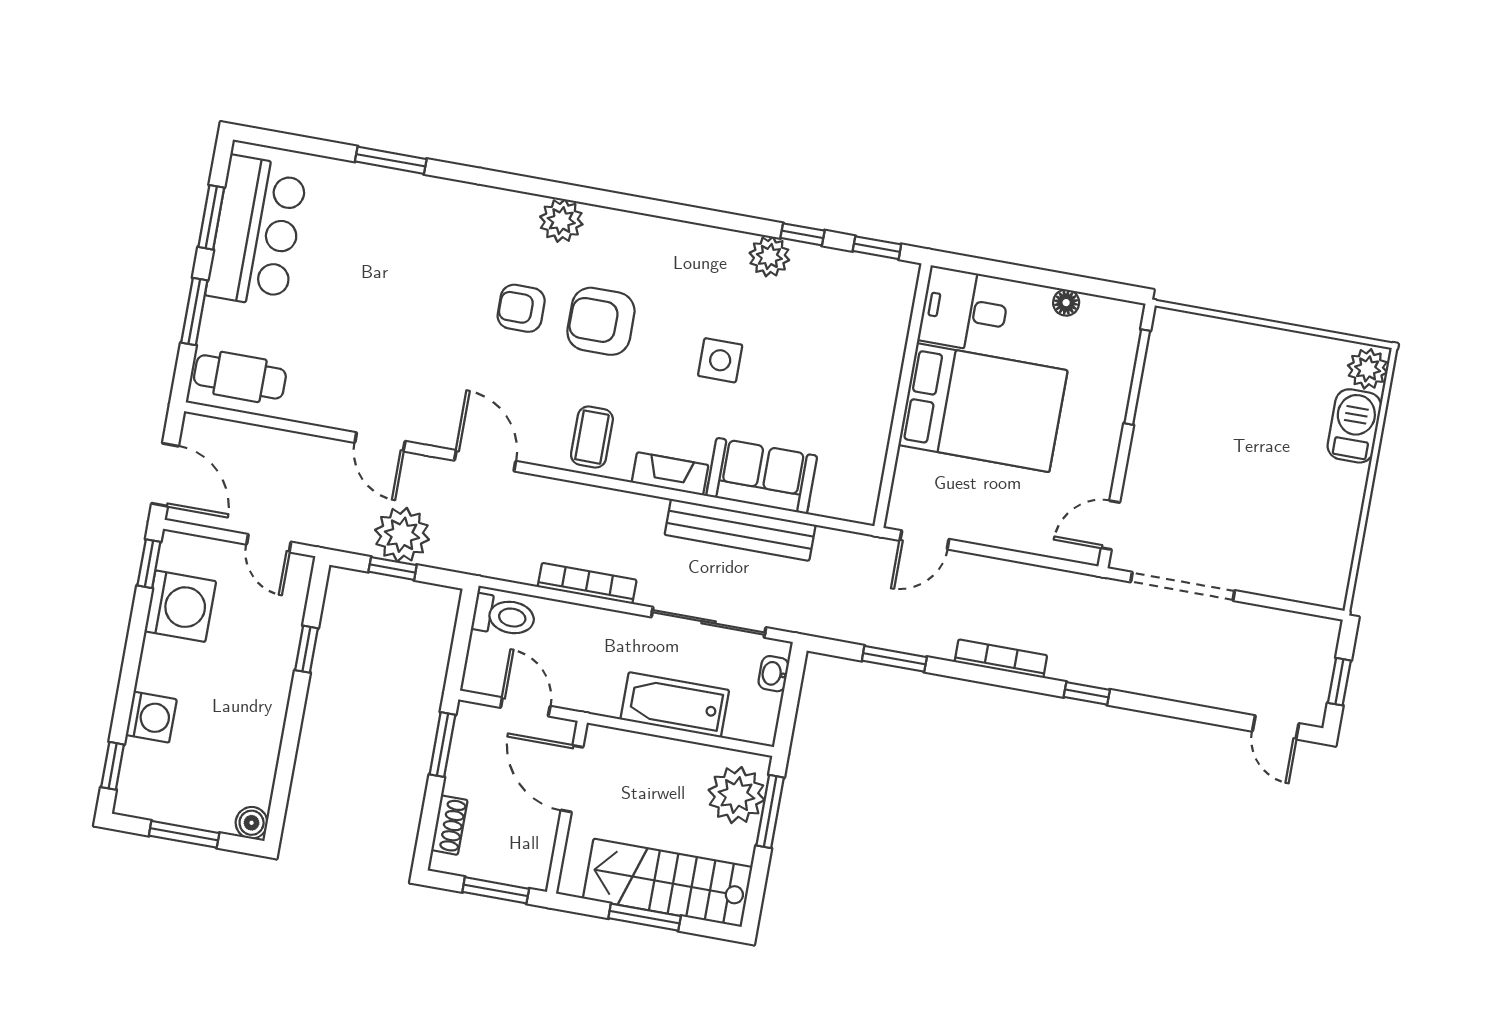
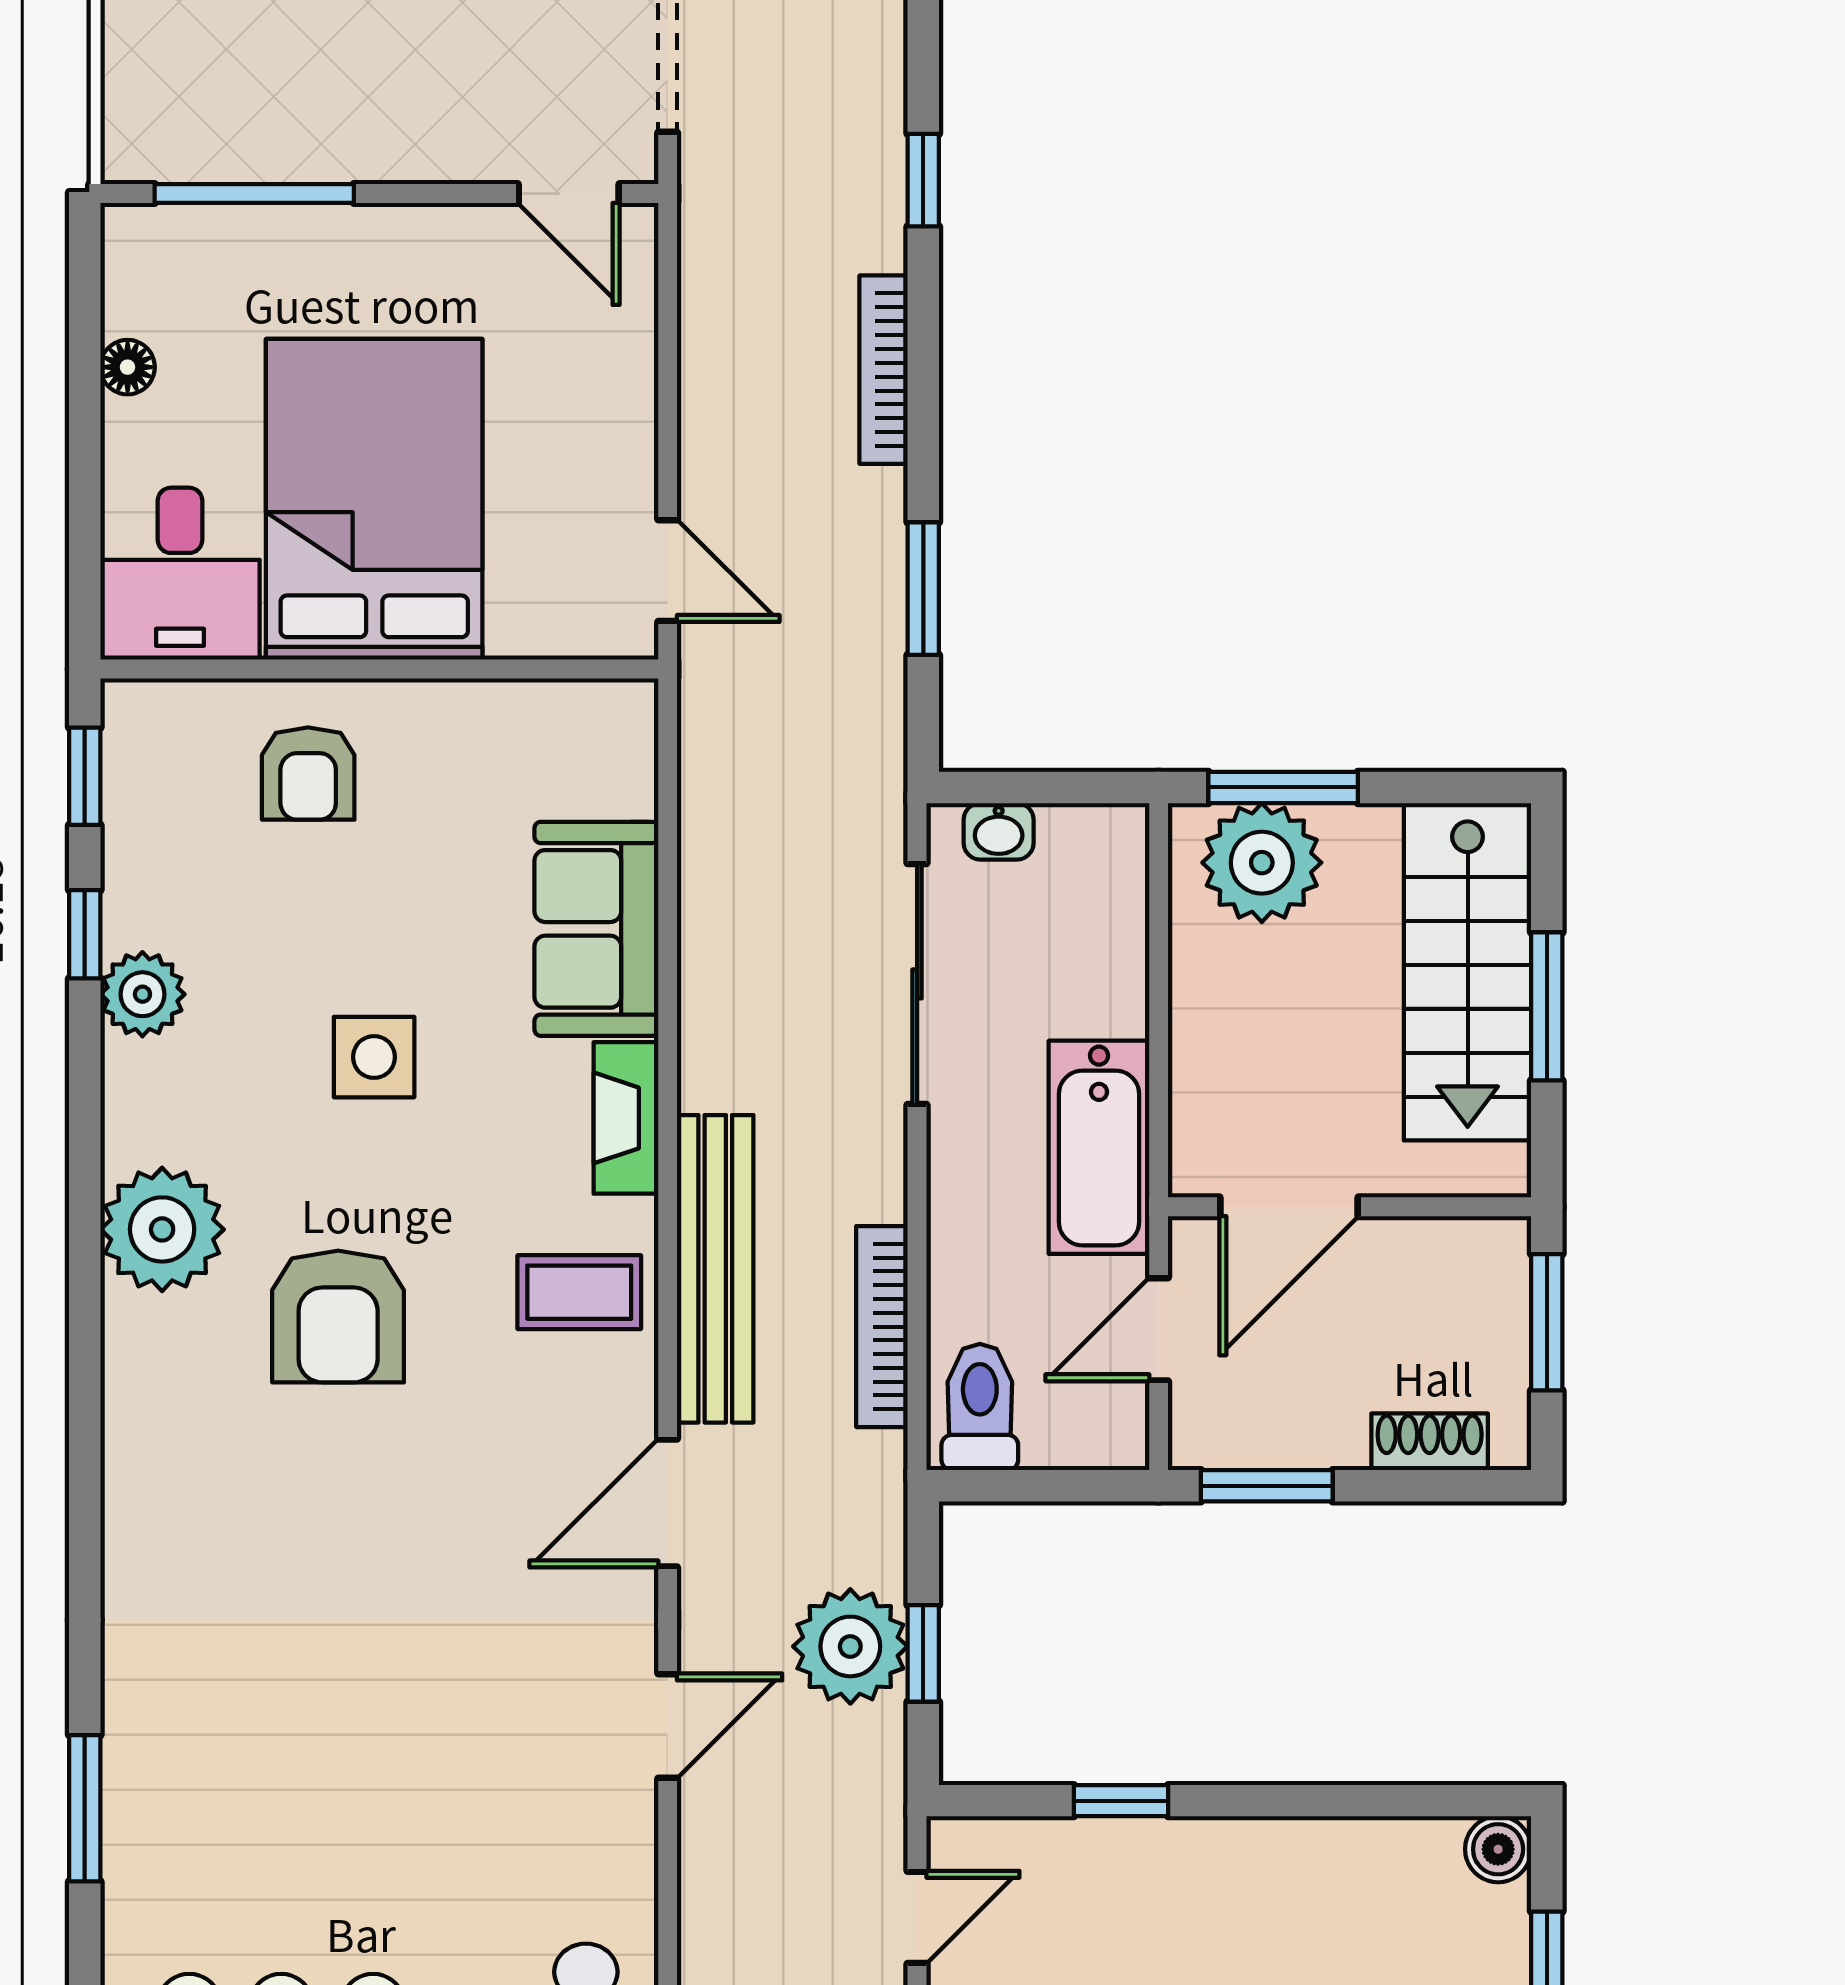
plant: (561, 221) -> (162, 1229), moved, width x1.36, depth x1.36
armchair: (521, 308) -> (308, 773), moved
bench: (740, 530) -> (715, 1269), moved
bookcase: (587, 583) -> (882, 1327), moved
bathtub: (675, 705) -> (1099, 1147), moved

